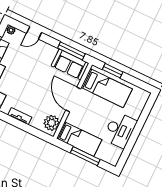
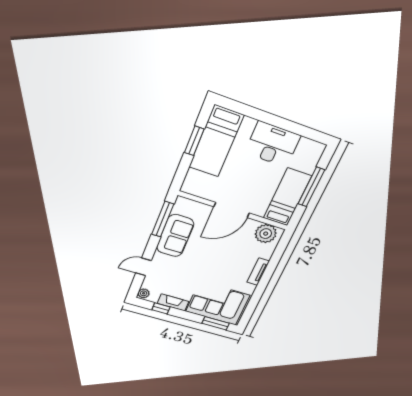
door: (34, 33) -> (143, 267), swing flipped
sofa: (70, 64) -> (175, 236), moved
window: (113, 71) -> (194, 141), moved
bed: (107, 88) -> (216, 141), moved, turned 180

